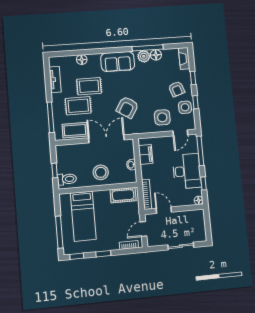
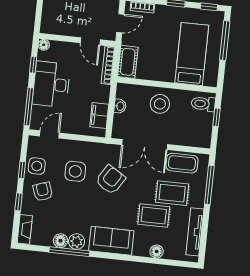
tv unit: (55, 80) -> (195, 232), width x1.41
side table: (162, 117) -> (75, 171), moved
cot: (123, 195) -> (128, 62), moved, turned 90

